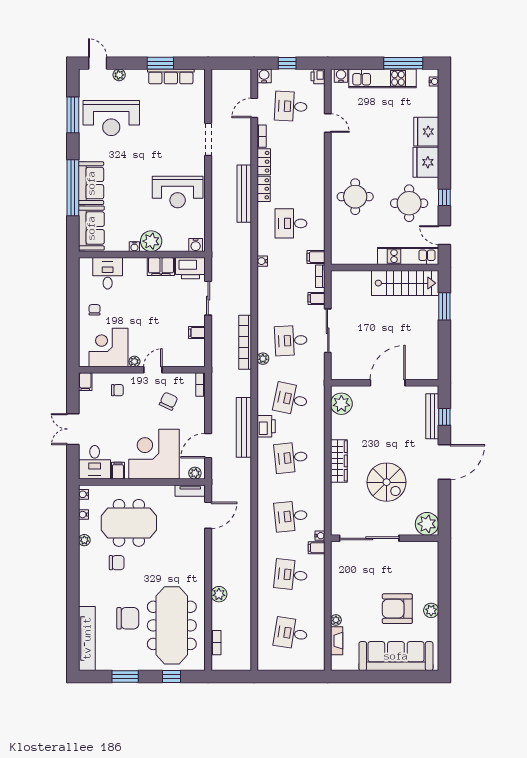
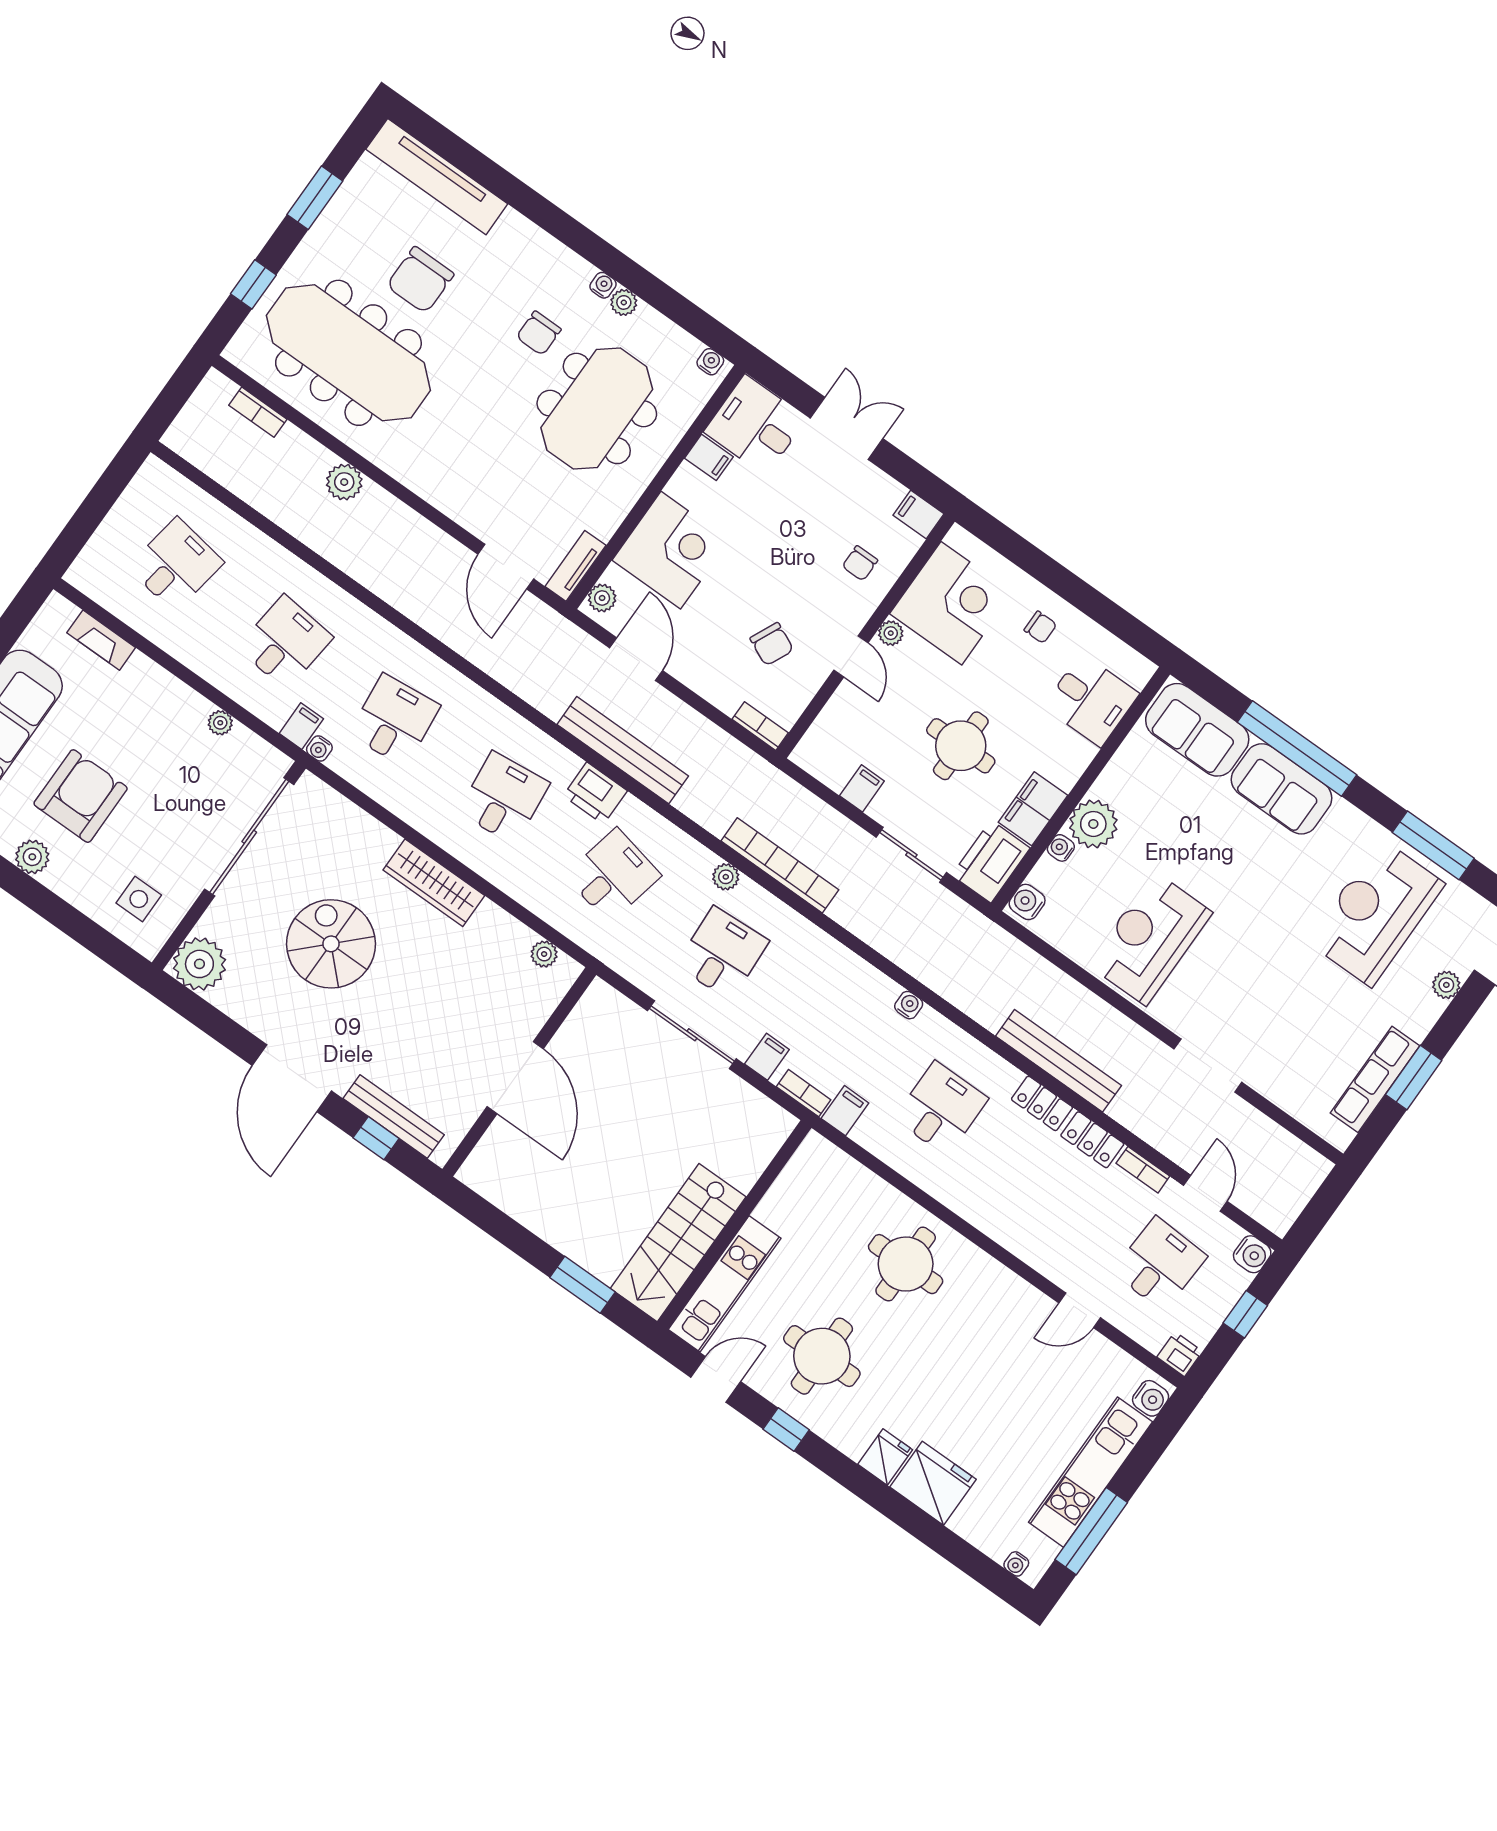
fridge: (426, 162) -> (885, 1457), width x0.53, depth x0.75
water cooler: (134, 247) -> (1061, 848), moved
round table: (157, 308) -> (961, 746), added
plant: (341, 404) -> (544, 954), width x0.53, depth x0.53
corner desk: (154, 454) -> (671, 550), width x0.74, depth x0.74
spiral stairs: (387, 482) -> (331, 944), turned 90
water cooler: (83, 515) -> (603, 285), moved
side table: (419, 562) -> (139, 899), added
plant: (336, 620) -> (220, 723), moved

